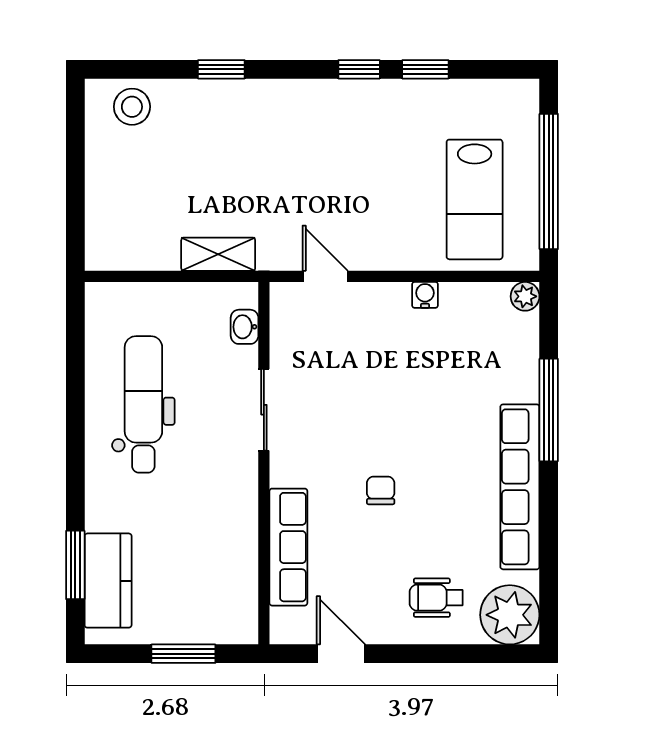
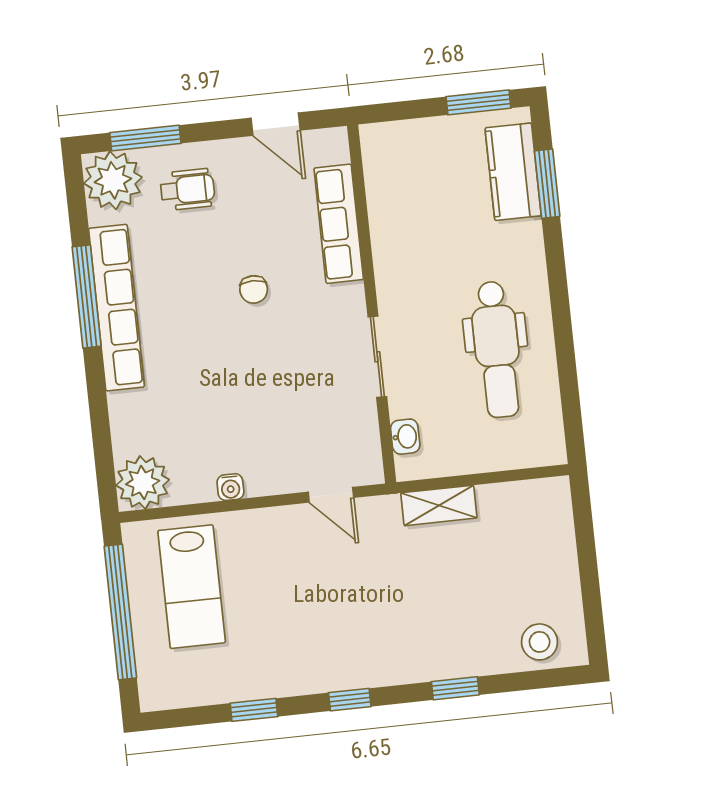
window: (359, 69) -> (350, 700), moved
lab bench: (475, 199) -> (192, 587), turned 180
plant: (525, 296) -> (143, 482), width x1.88, depth x1.88
window: (549, 410) -> (87, 297), moved
window: (183, 654) -> (478, 102), moved
window: (473, 654) -> (145, 138), added

